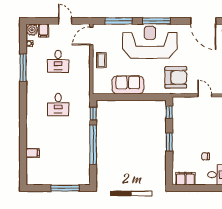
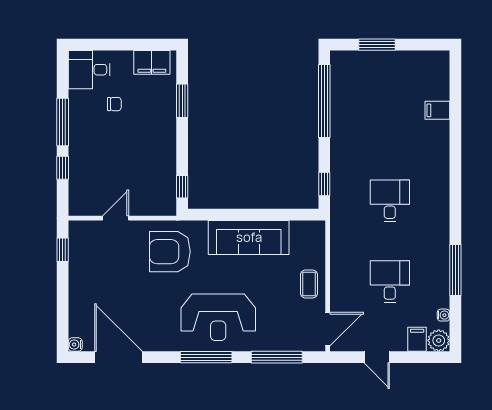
reception desk: (150, 42) -> (218, 317), width x0.74, depth x0.77
sofa: (128, 85) -> (249, 237), width x1.36
door: (205, 95) -> (116, 218), swing flipped
window: (169, 142) -> (182, 101), moved
window: (93, 145) -> (324, 101), moved
window: (65, 188) -> (377, 45), width x0.69

